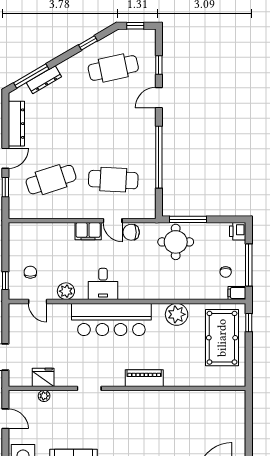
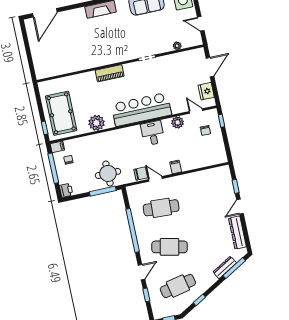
cafe table: (51, 180) -> (170, 247), moved, turned 30
filing cabinet: (88, 231) -> (176, 167), width x0.50
fridge: (43, 377) -> (206, 91), moved, turned 90

